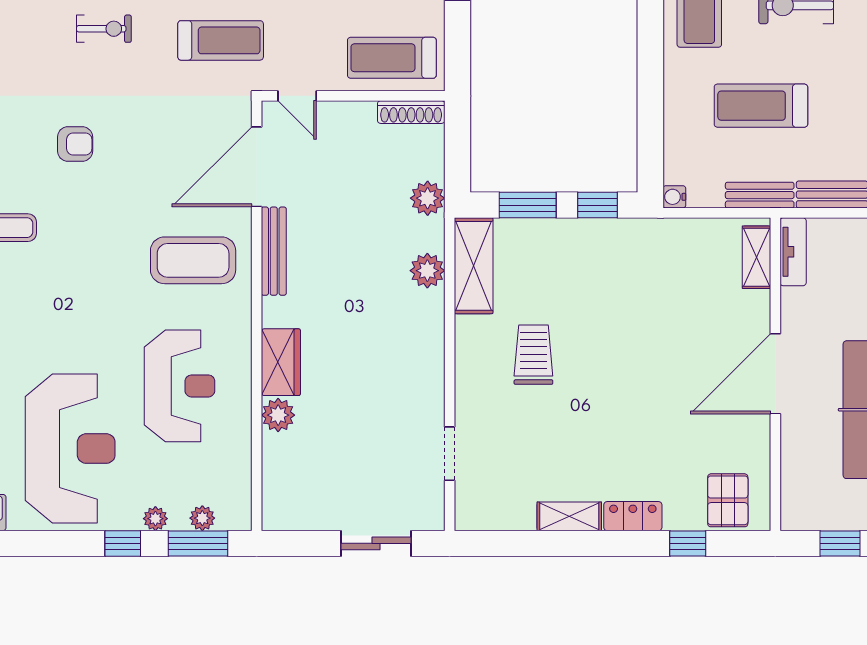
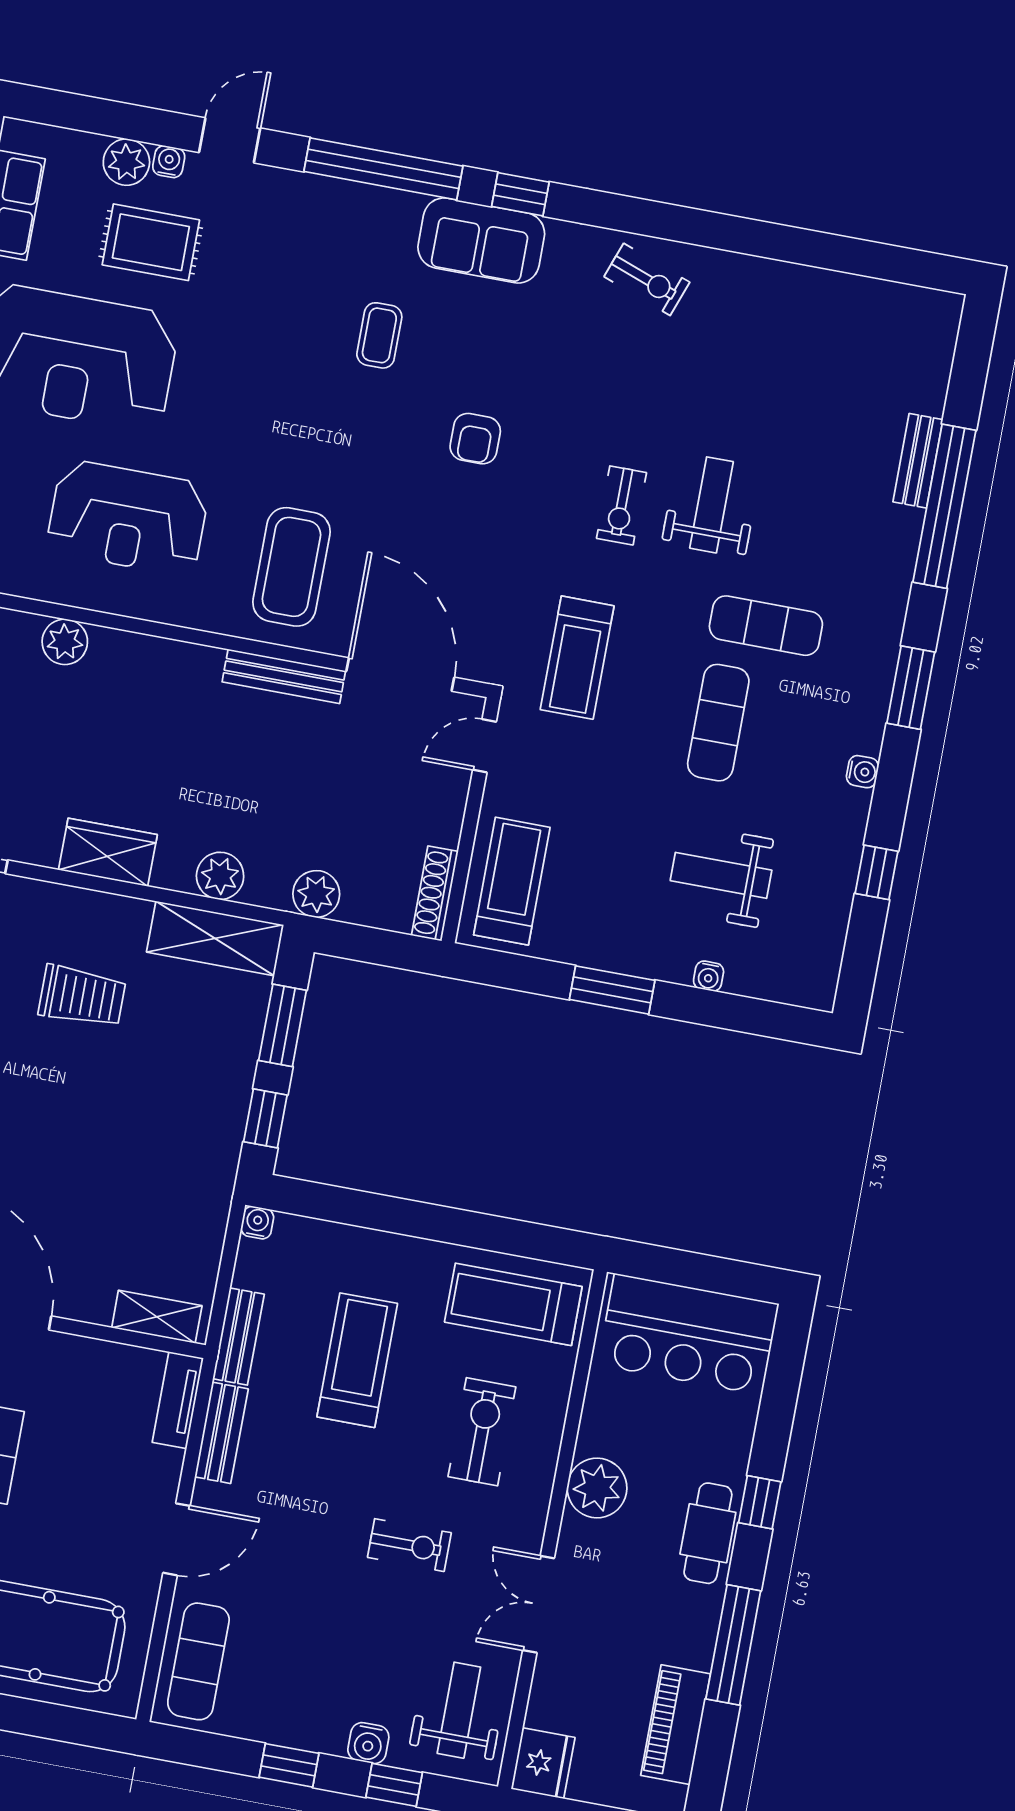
tv unit: (793, 252) -> (178, 1400), moved, turned 90
wardrobe: (281, 362) -> (108, 852), moved, turned 180

